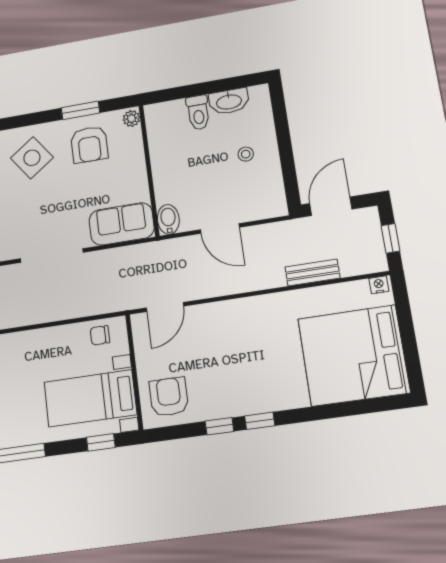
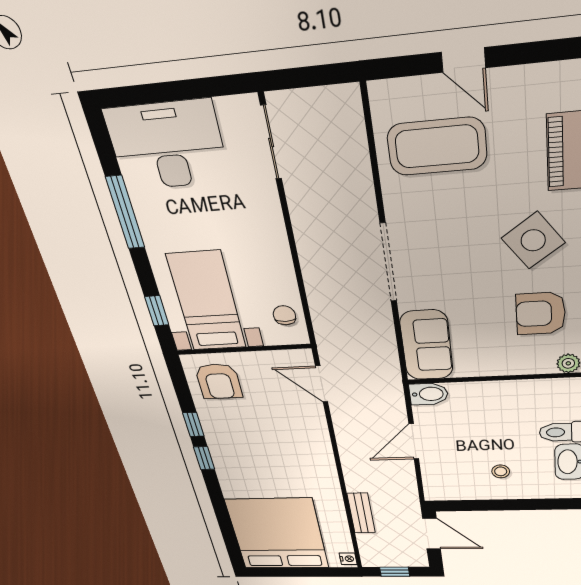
armchair: (169, 397) -> (219, 381), turned 90

